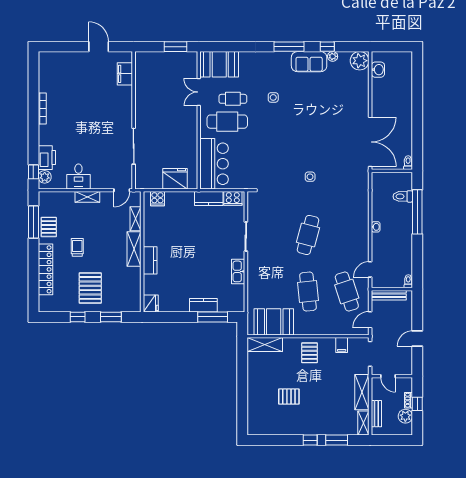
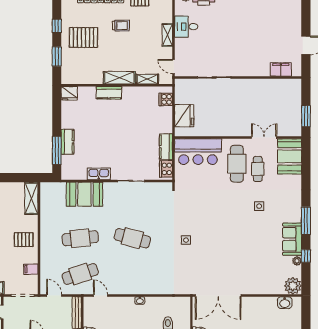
booth: (274, 322) -> (84, 194), moved, turned 90

